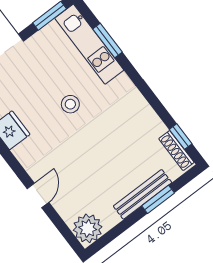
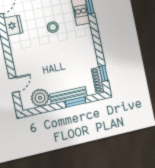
door: (38, 195) -> (14, 85), moved
plant: (88, 228) -> (40, 98), moved

